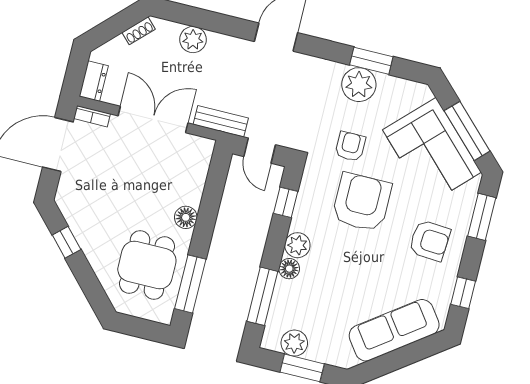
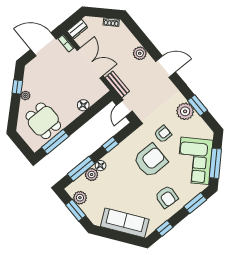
plant: (193, 40) -> (140, 53), moved
window: (286, 202) -> (110, 145), moved
floor lamp: (186, 217) -> (83, 105), moved
plant: (297, 245) -> (92, 175), moved
plant: (89, 246) -> (25, 96), added
dining table: (147, 265) -> (43, 121), turned 90

